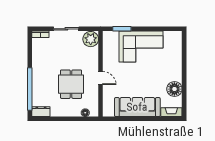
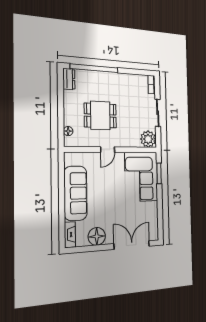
corner sofa: (141, 47) -> (141, 177), moved
double door: (184, 57) -> (132, 245), added

